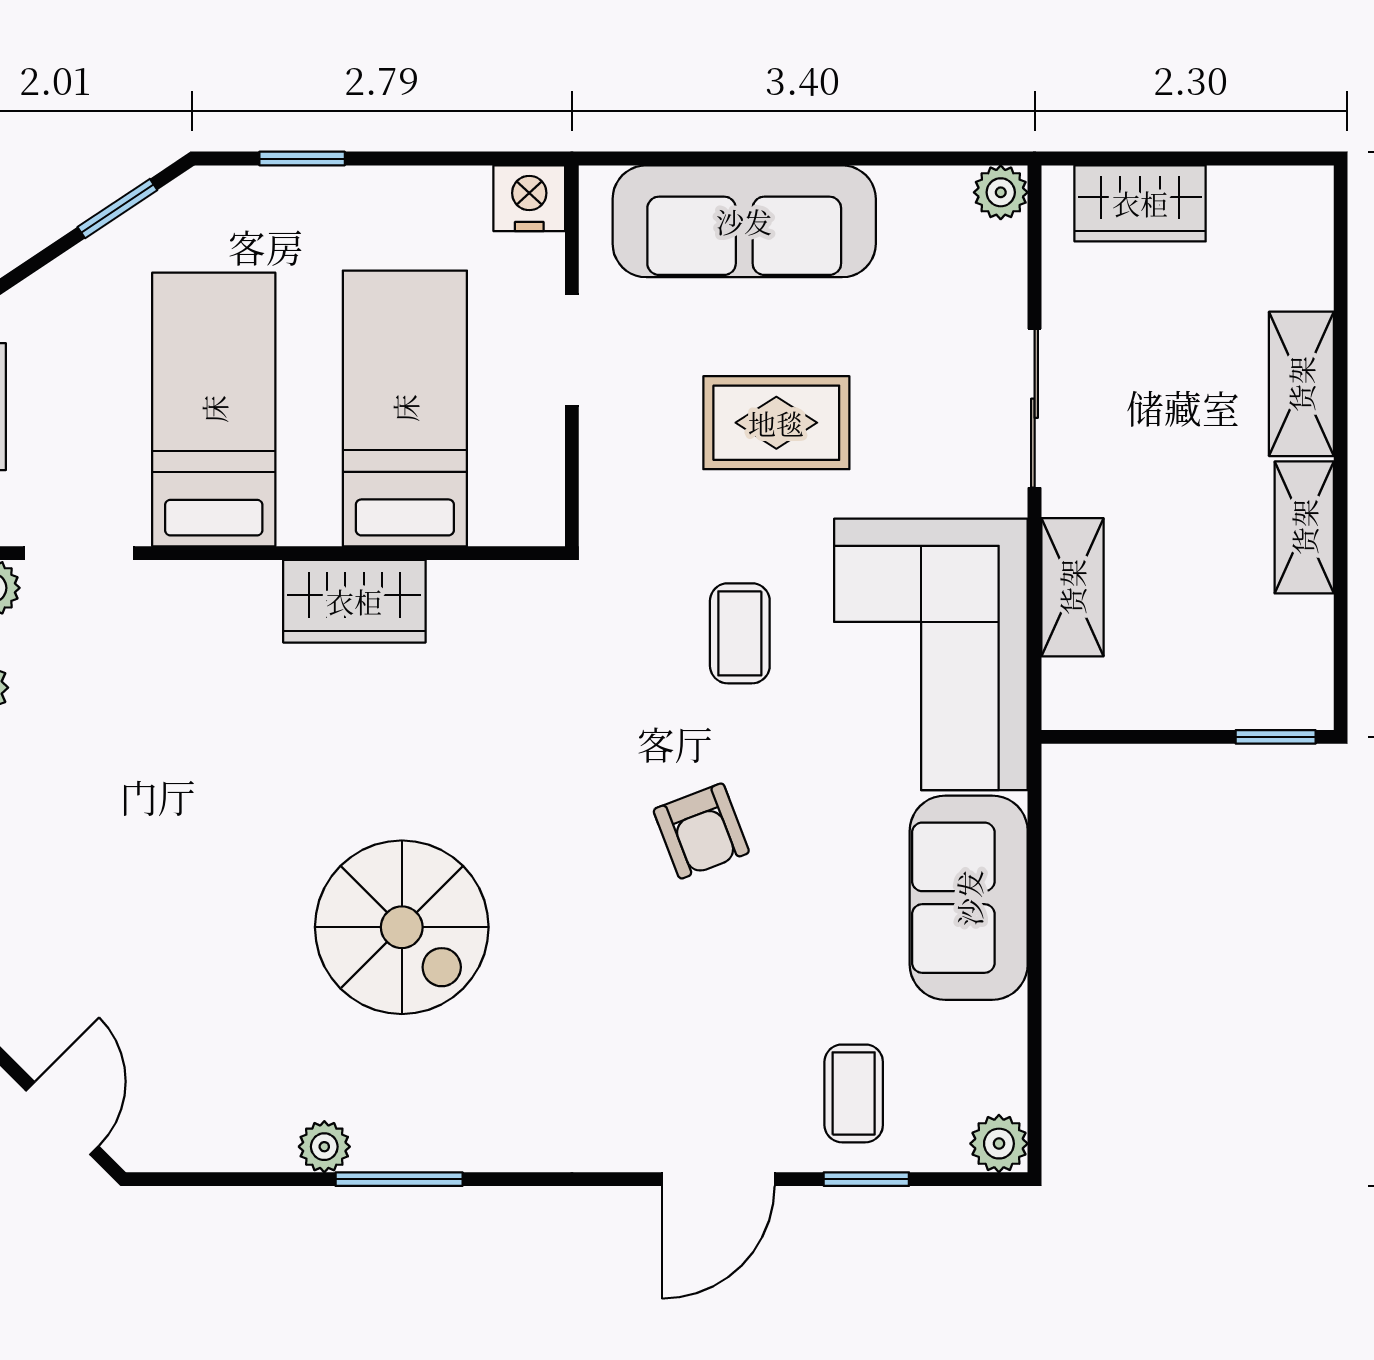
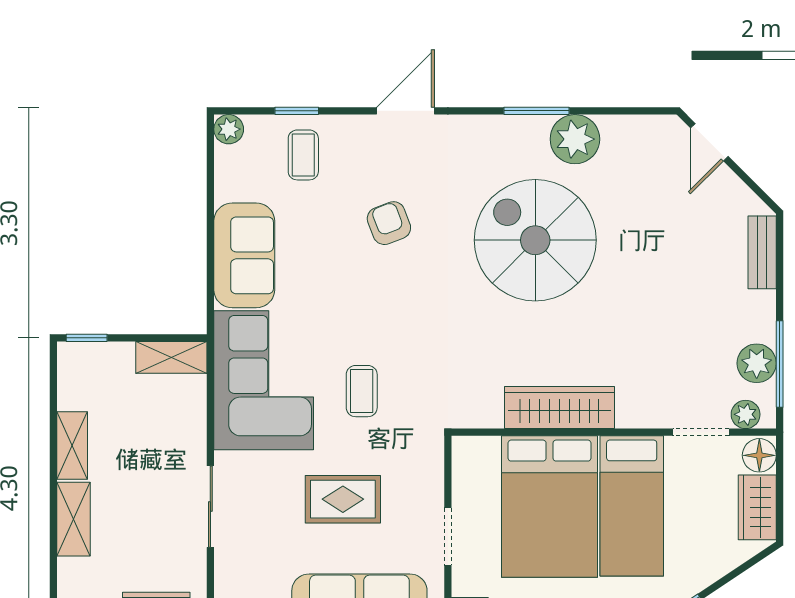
bed: (405, 408) -> (550, 506), width x1.50
shelving: (1072, 587) -> (171, 357), moved, turned 90
wardrobe: (354, 601) -> (560, 408), width x1.50
armchair: (701, 831) -> (389, 223), moved
spiral stairs: (402, 927) -> (535, 240), width x1.37, depth x1.37
plant: (324, 1147) -> (575, 139), width x1.87, depth x1.87
door: (718, 1179) -> (406, 111), moved

